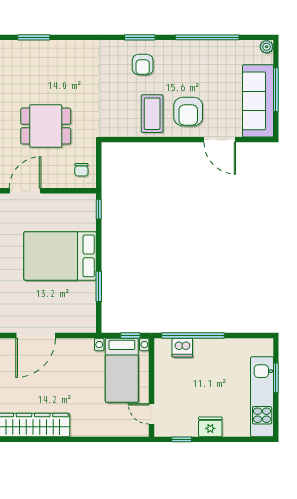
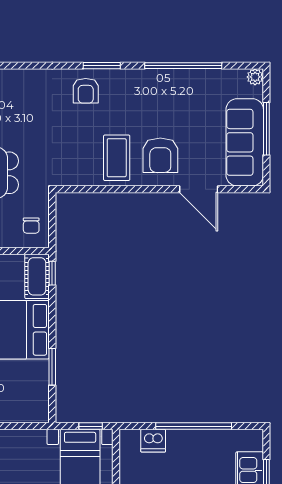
armchair: (143, 65) -> (86, 91), moved
cot: (86, 212) -> (37, 276), added
window: (193, 336) -> (194, 426), moved

